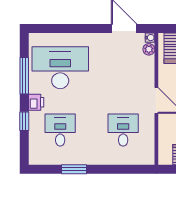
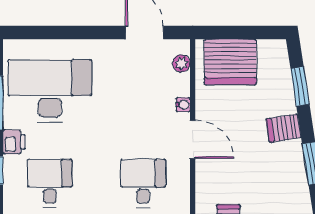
water cooler: (150, 38) -> (183, 105), moved

